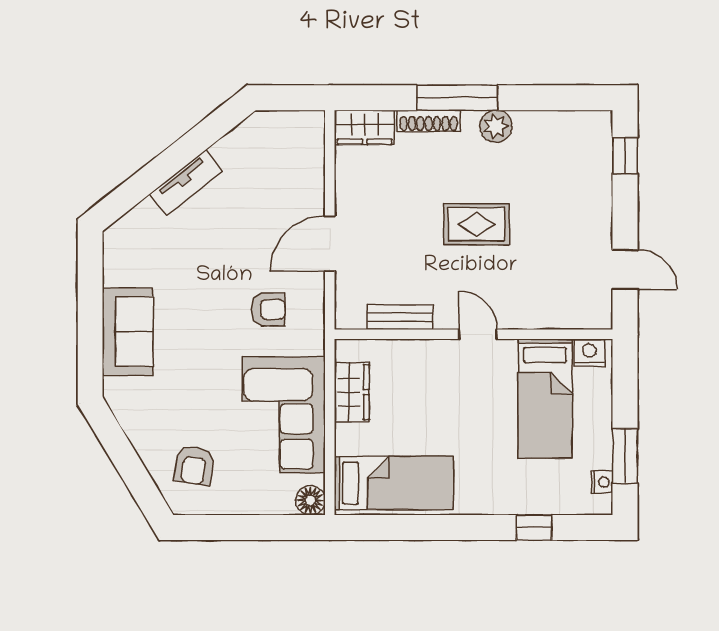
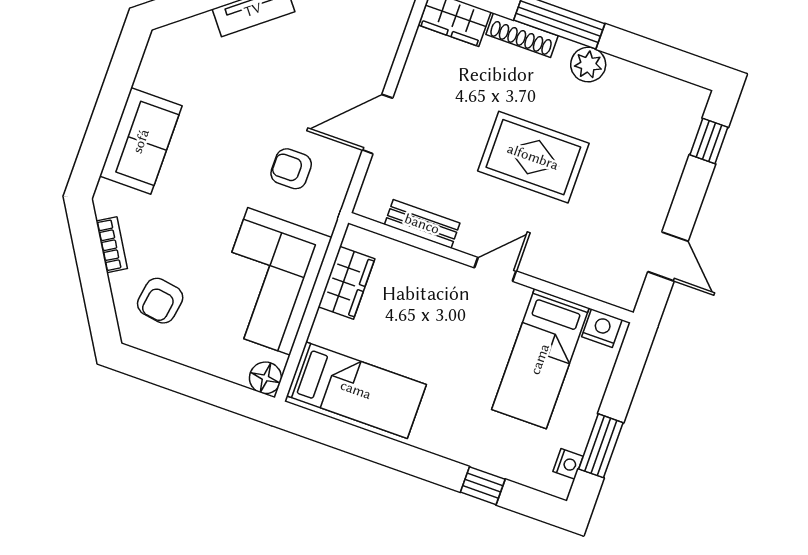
rug: (476, 224) -> (533, 157), width x1.36, depth x1.43
armchair: (268, 309) -> (291, 169), turned 180
door: (478, 334) -> (495, 269), hinge flipped
bookcase: (135, 432) -> (112, 245), added

